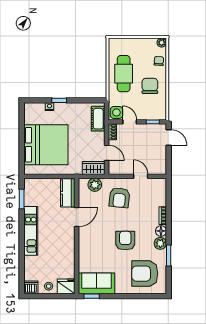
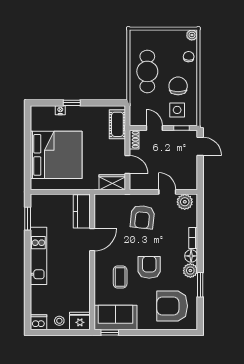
side table: (116, 112) -> (177, 110), moved
plant: (95, 185) -> (185, 202), moved
coffee table: (100, 249) -> (120, 277), added

